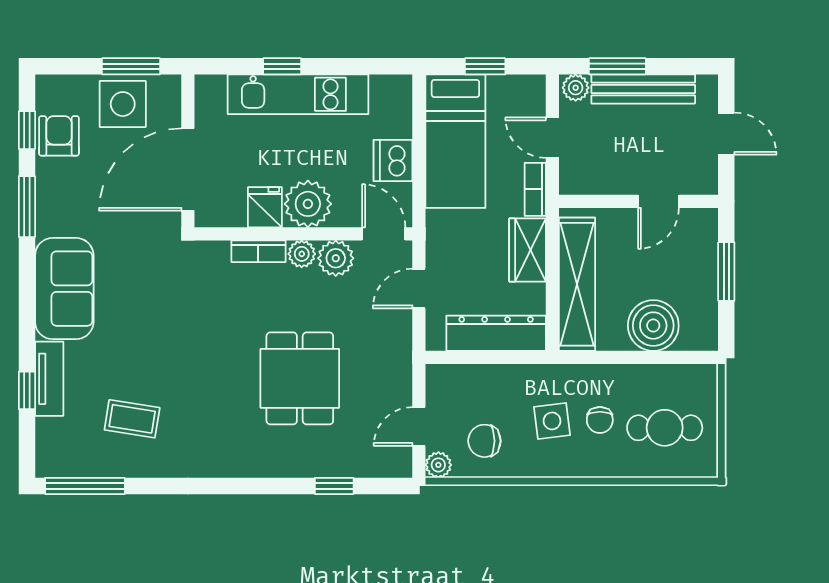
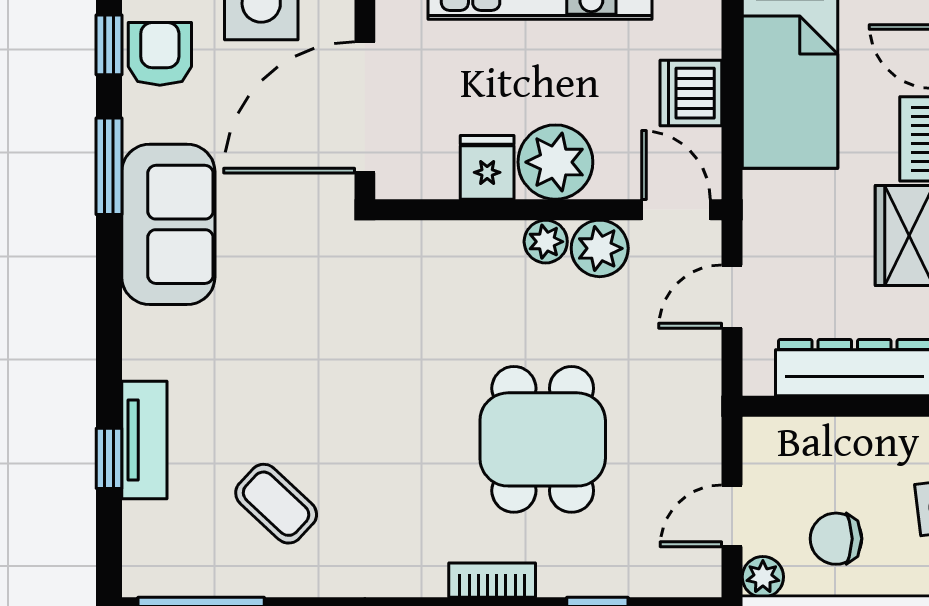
bookcase: (258, 251) -> (492, 580), moved, turned 180
sofa: (64, 289) -> (168, 224), moved
coffee table: (132, 419) -> (276, 504), turned 34

